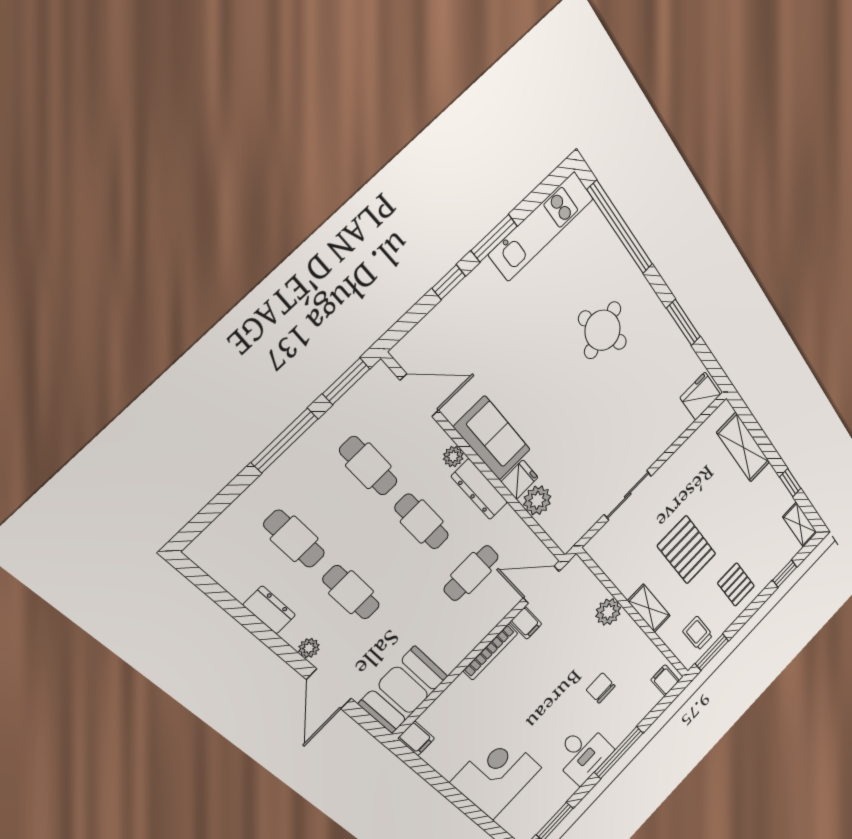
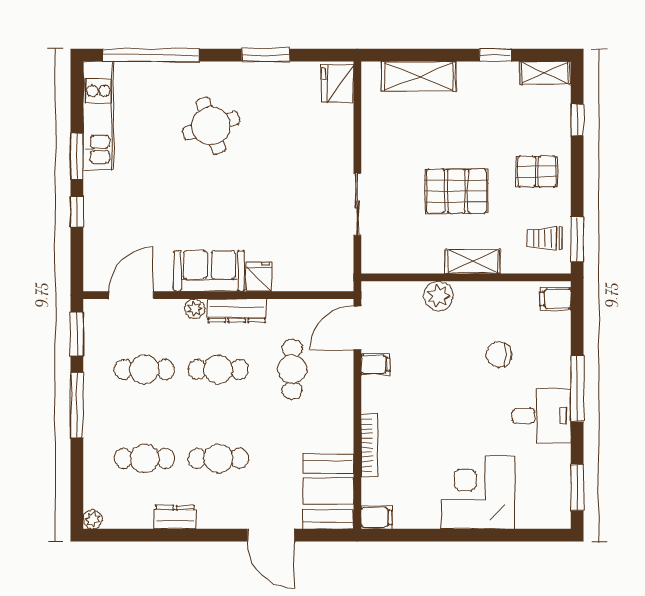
plant: (537, 500) -> (288, 277), removed
plant: (309, 648) -> (93, 519), moved
bookcase: (490, 652) -> (369, 445), moved

